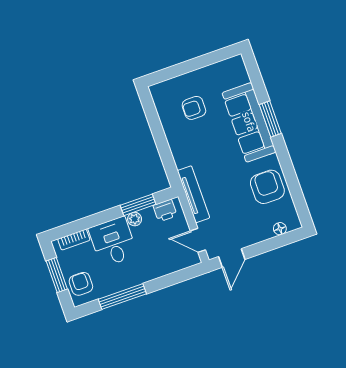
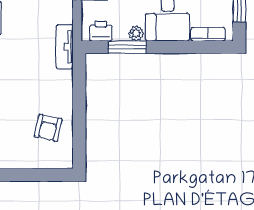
armchair: (194, 108) -> (48, 128), moved, turned 102
tv unit: (194, 194) -> (65, 47), width x0.71

